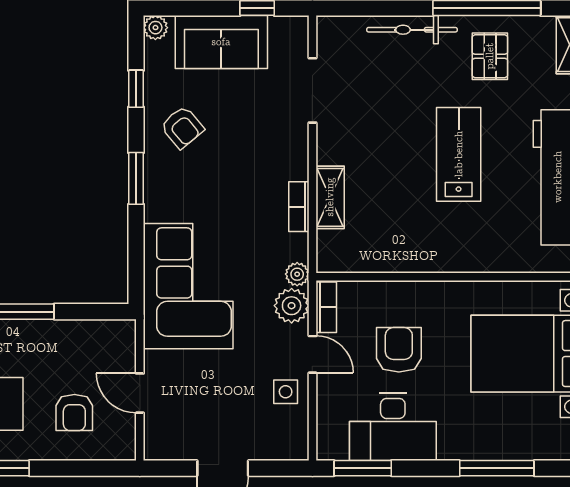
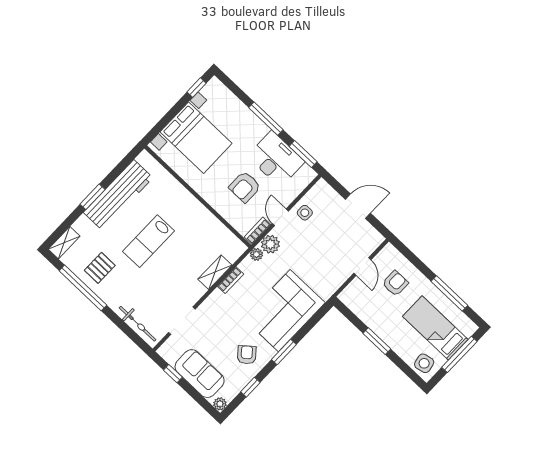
bicycle: (412, 30) -> (138, 324), moved
corner sofa: (188, 286) -> (284, 311), moved
window: (497, 468) -> (266, 119), moved

